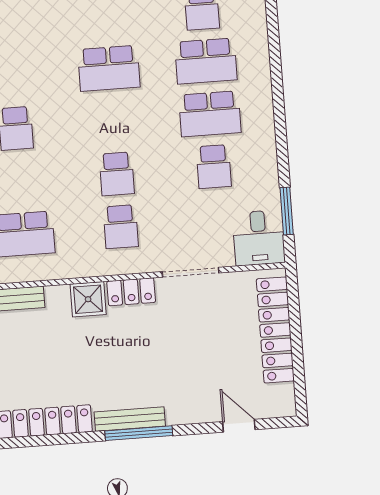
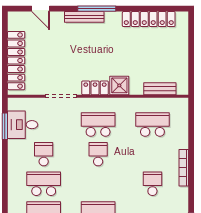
school desk: (121, 227) -> (98, 125), width x1.85
desk: (259, 238) -> (23, 125), moved, turned -90
bench: (130, 419) -> (84, 17), moved

